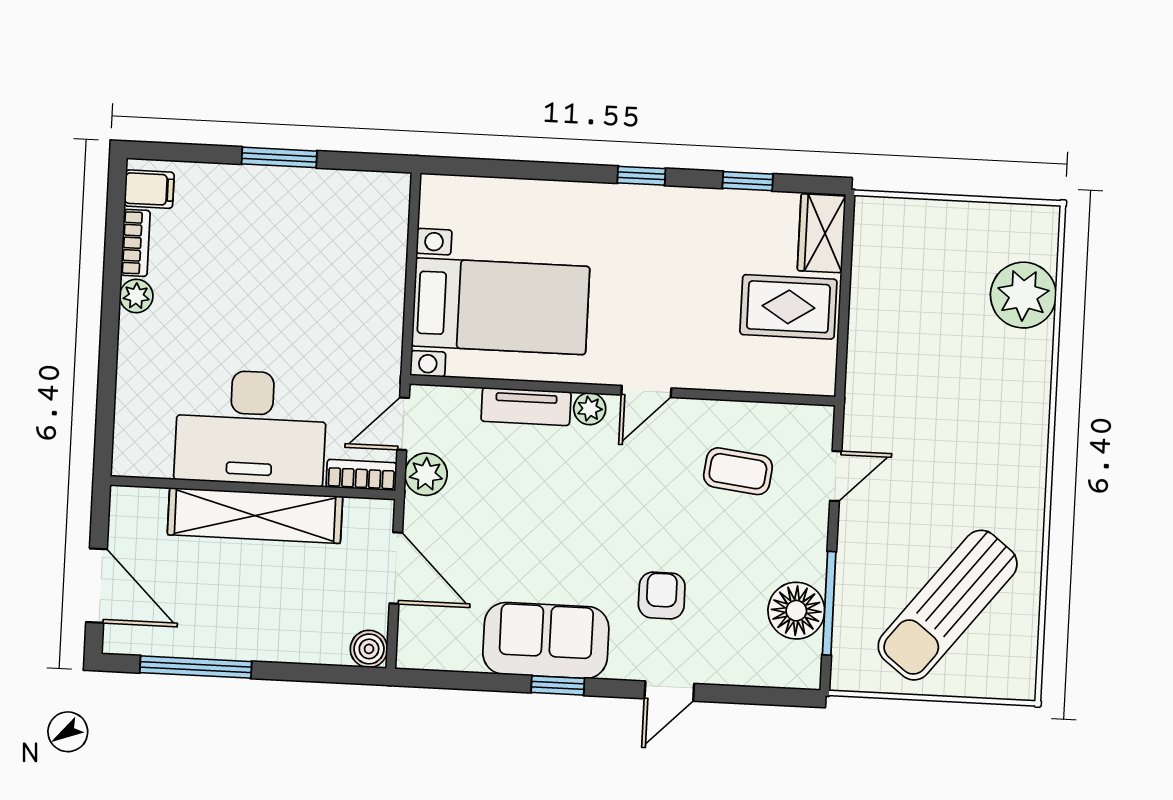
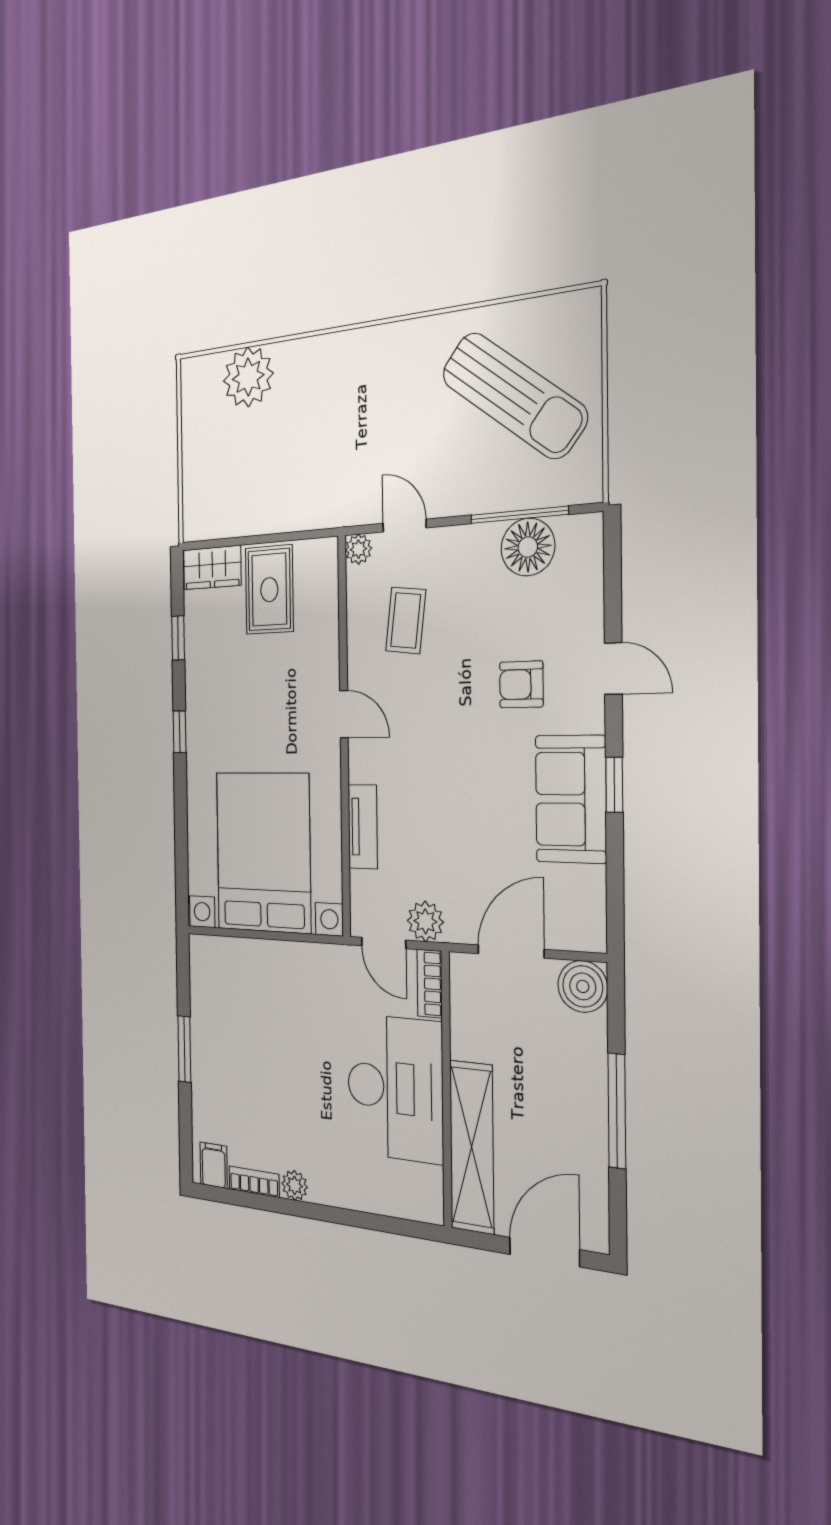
bed with nightstands: (501, 306) -> (263, 852), width x1.36
plant: (590, 409) -> (358, 549), moved
shelving: (255, 516) -> (472, 1147), moved
boiler: (369, 649) -> (583, 986), width x1.36, depth x1.36
window: (196, 667) -> (617, 1111), moved

